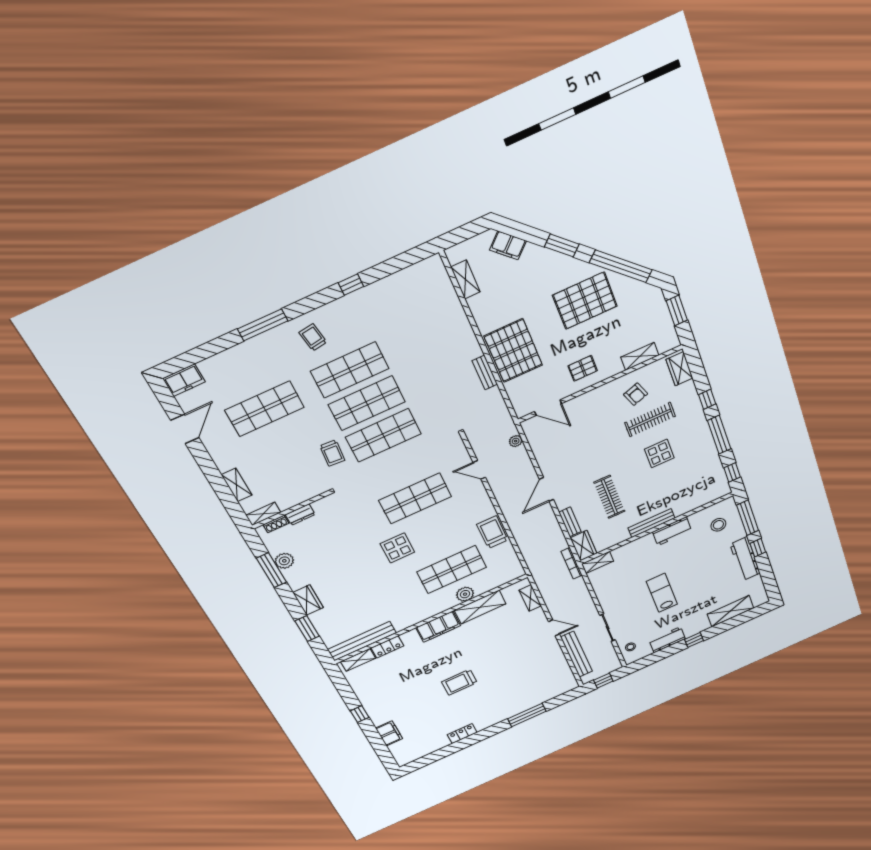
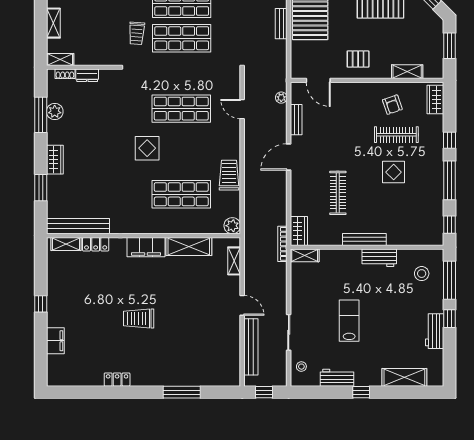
bench: (570, 522) -> (296, 120), moved
workbench: (745, 559) -> (435, 331), width x0.73
plant: (465, 594) -> (232, 226), moved

